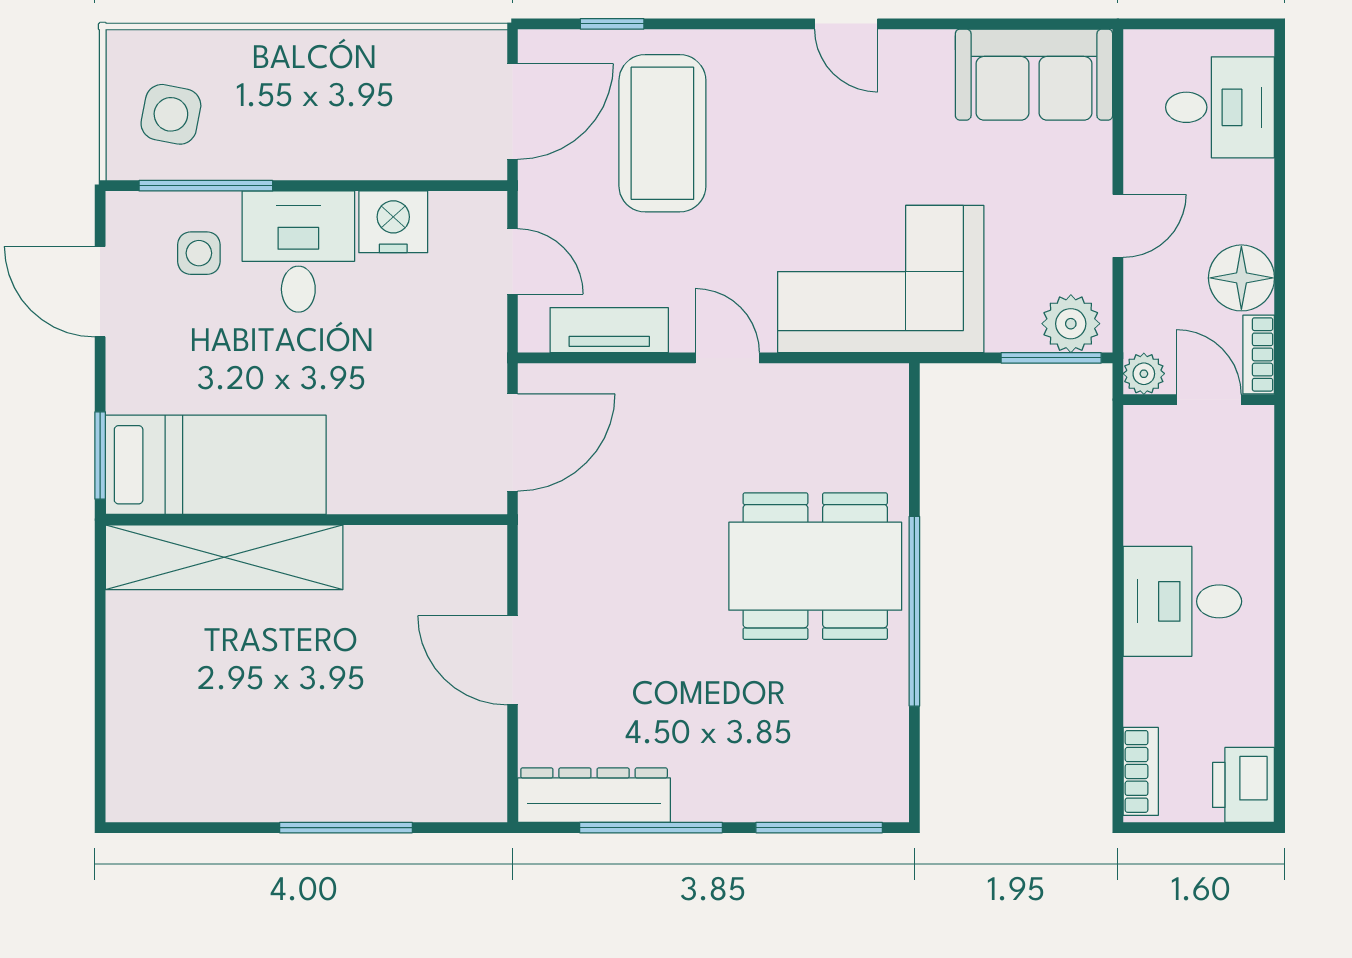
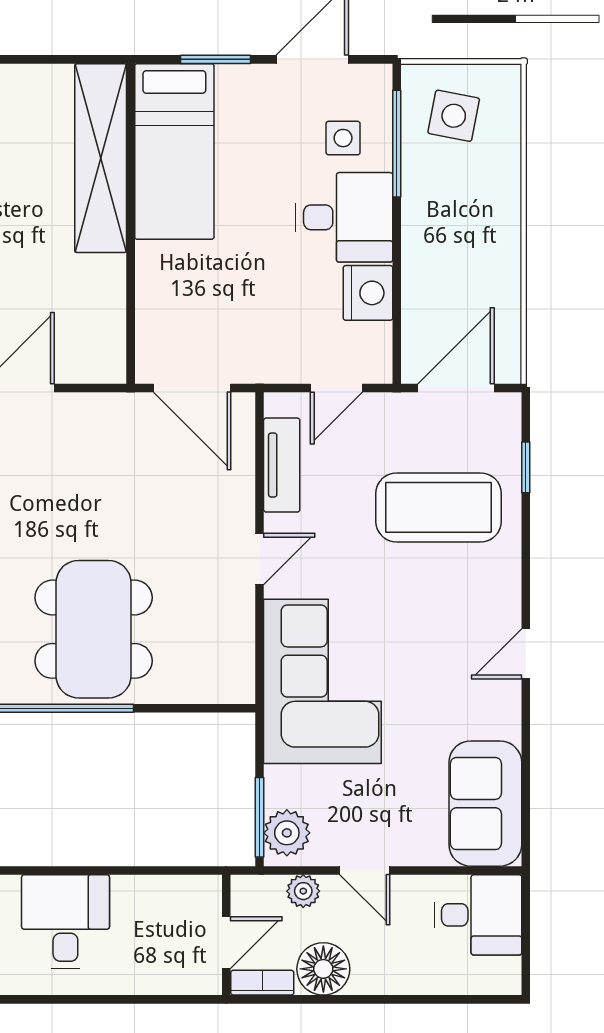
desk: (1220, 107) -> (478, 915), moved, turned -90
door: (513, 111) -> (456, 388), swing flipped
plant: (1144, 374) -> (303, 891), moved
window: (100, 455) -> (215, 59), moved

